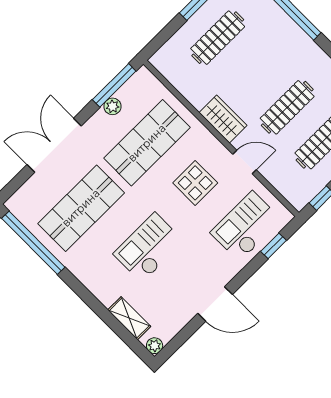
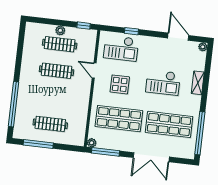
plant: (112, 106) -> (92, 143), moved
wardrobe: (223, 119) -> (83, 94), removed
window: (273, 246) -> (131, 31), moved
door: (215, 304) -> (178, 37), moved
shelving: (129, 318) -> (198, 83), moved

